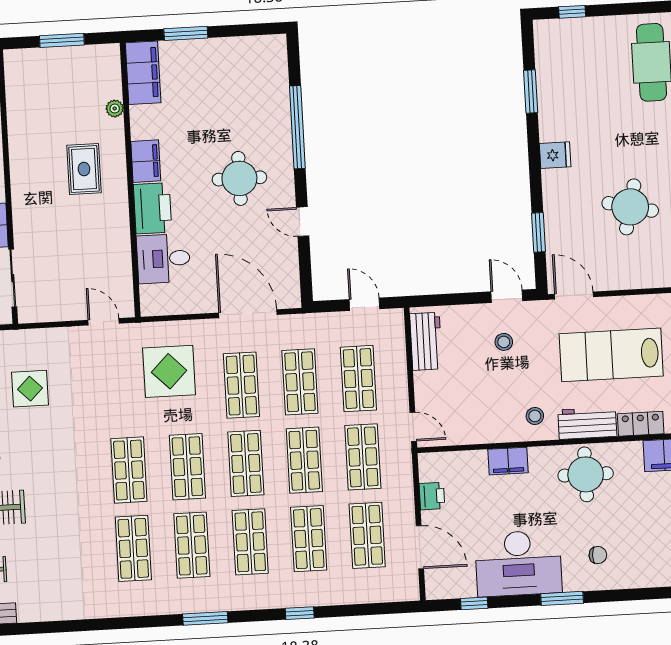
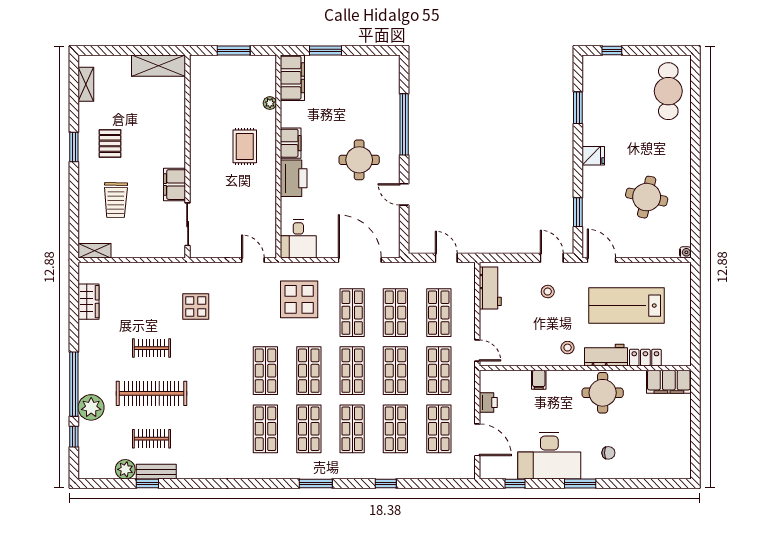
desk: (163, 259) -> (298, 239), moved, turned -90
filing cabinet: (508, 461) -> (539, 380), width x0.50

